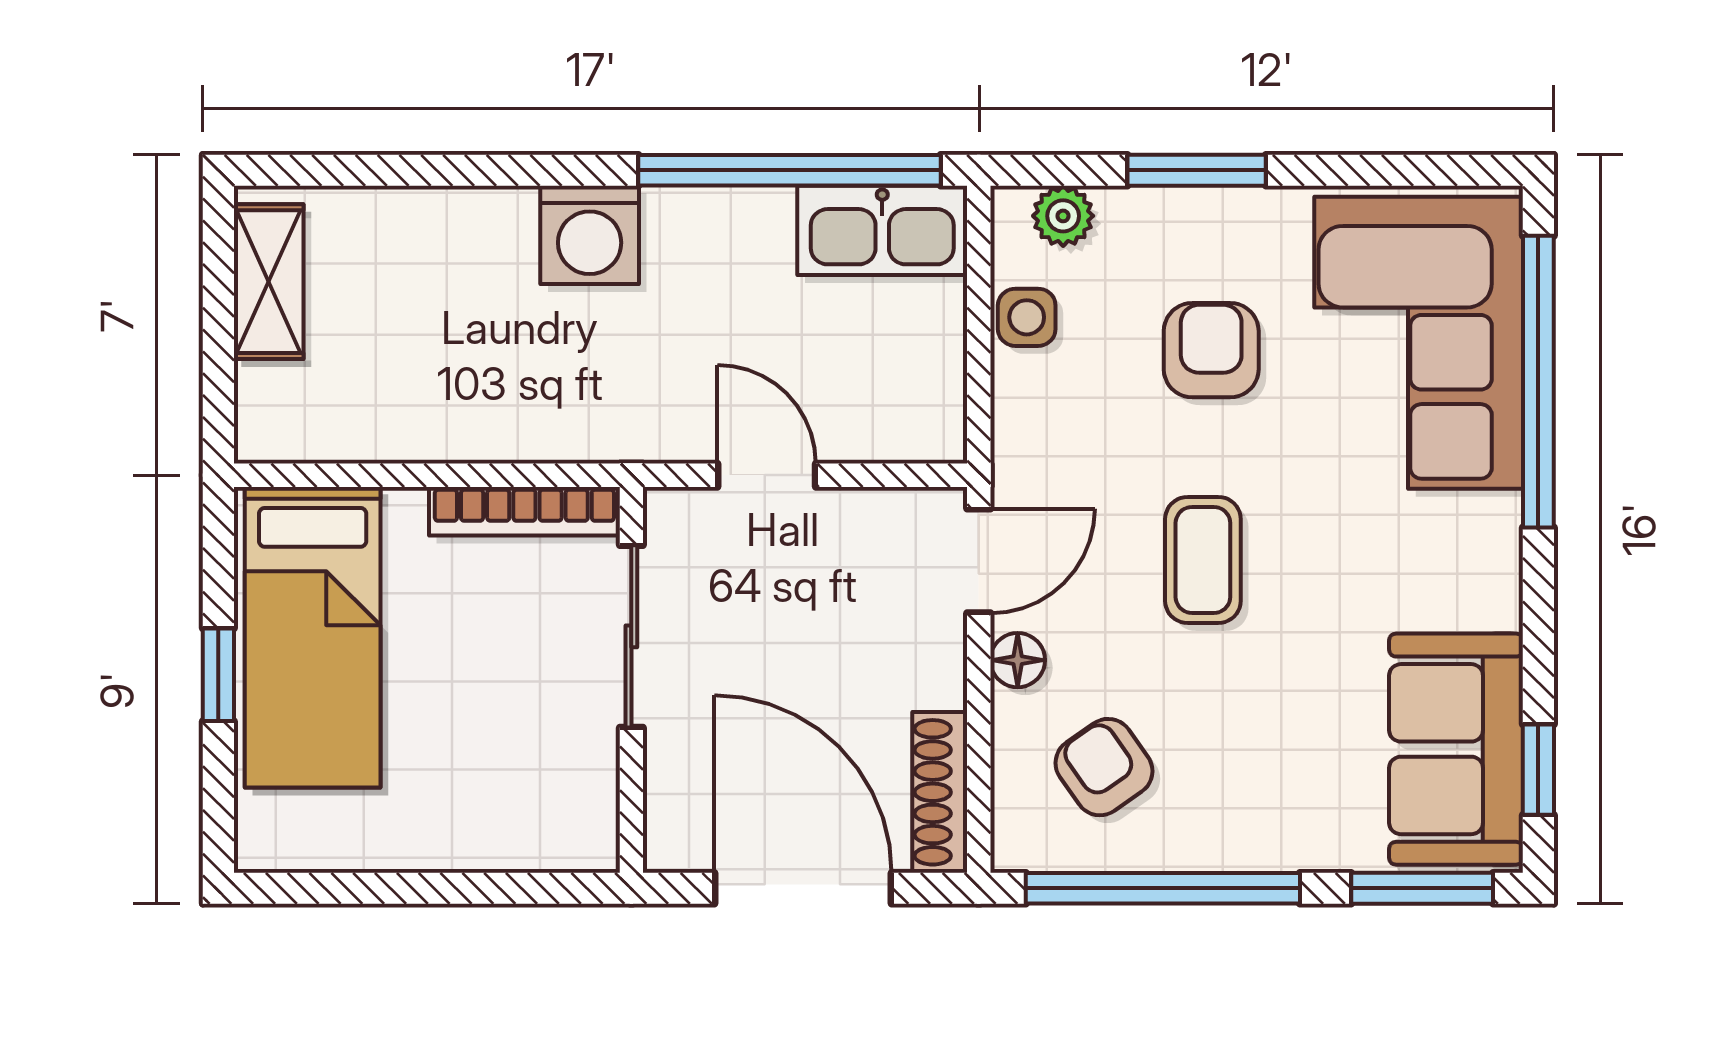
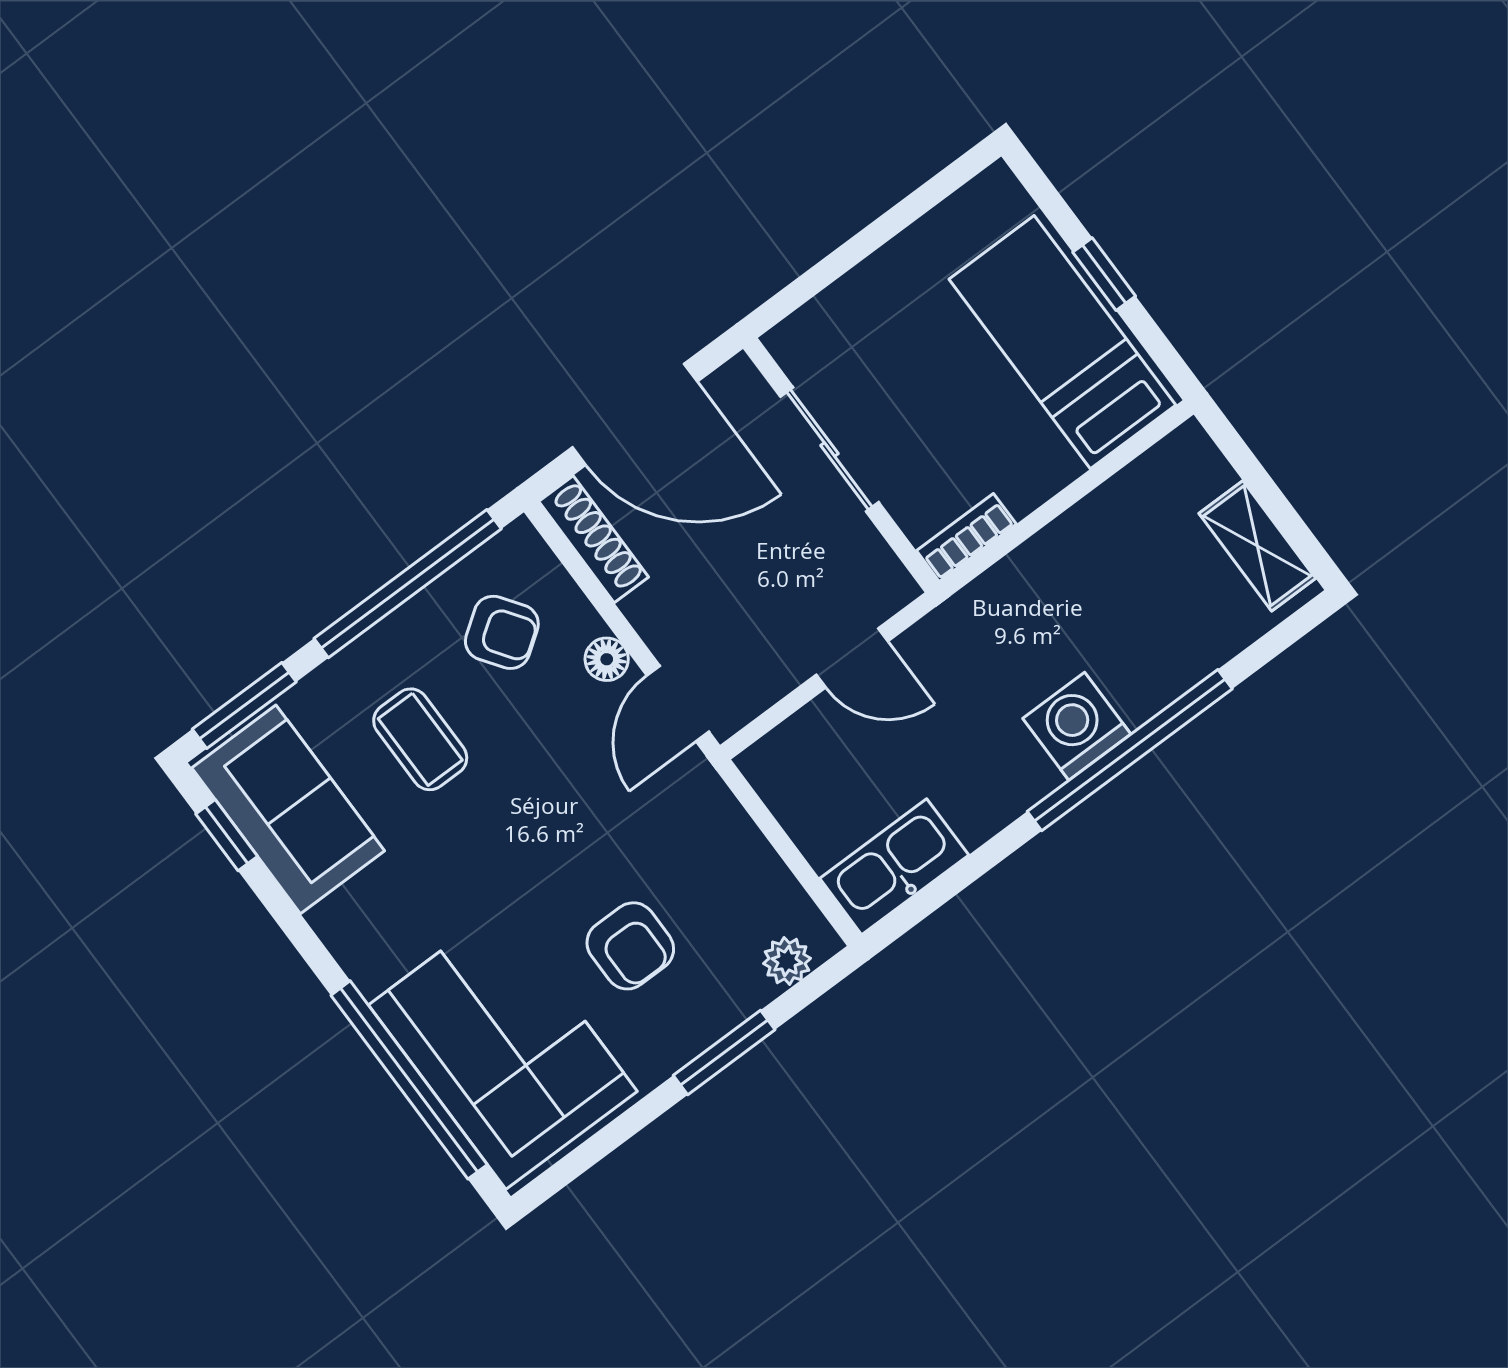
window: (789, 170) -> (1130, 750), moved
side table: (1027, 317) -> (762, 880), removed
bookcase: (524, 511) -> (966, 537), width x0.64
coffee table: (1203, 560) -> (420, 739), moved
sliding door: (631, 636) -> (829, 449), moved

